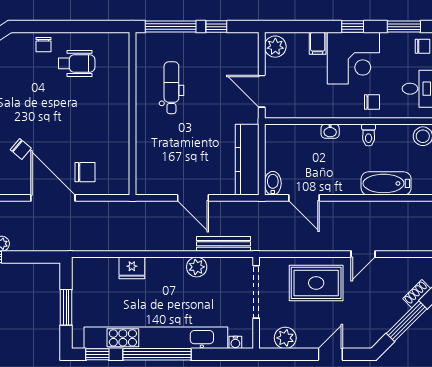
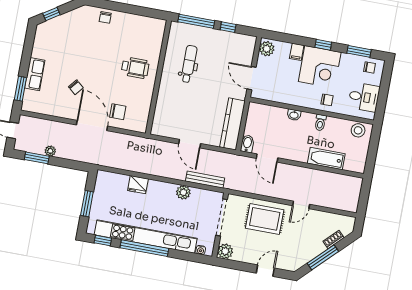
wheelchair: (77, 63) -> (135, 68), moved
plant: (285, 338) -> (225, 251), moved

